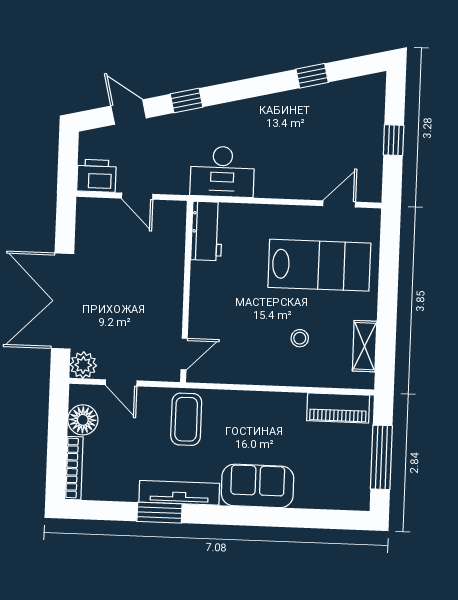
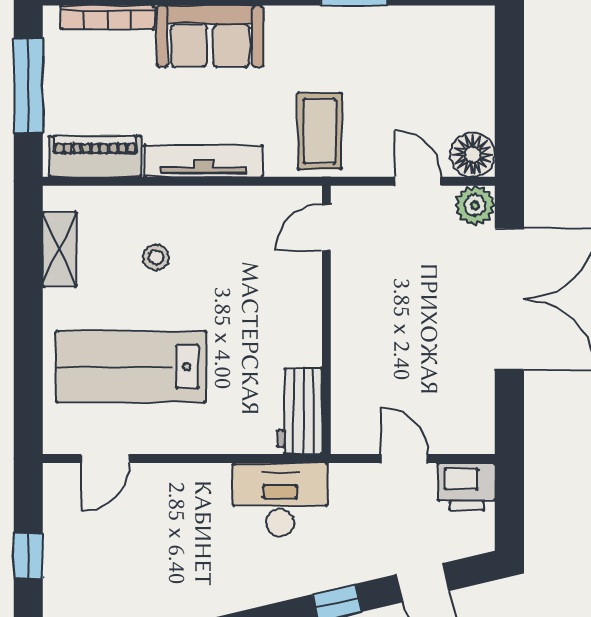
floor lamp: (83, 420) -> (473, 155), moved
bookcase: (74, 468) -> (107, 17), moved, turned -90
tv unit: (179, 493) -> (203, 161), moved, turned 180

